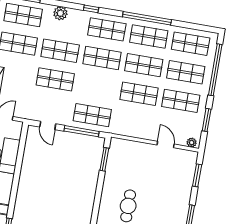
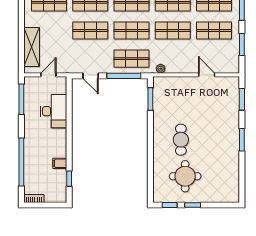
shop shelf: (97, 87) -> (132, 31), added
plant: (192, 143) -> (161, 69), moved

